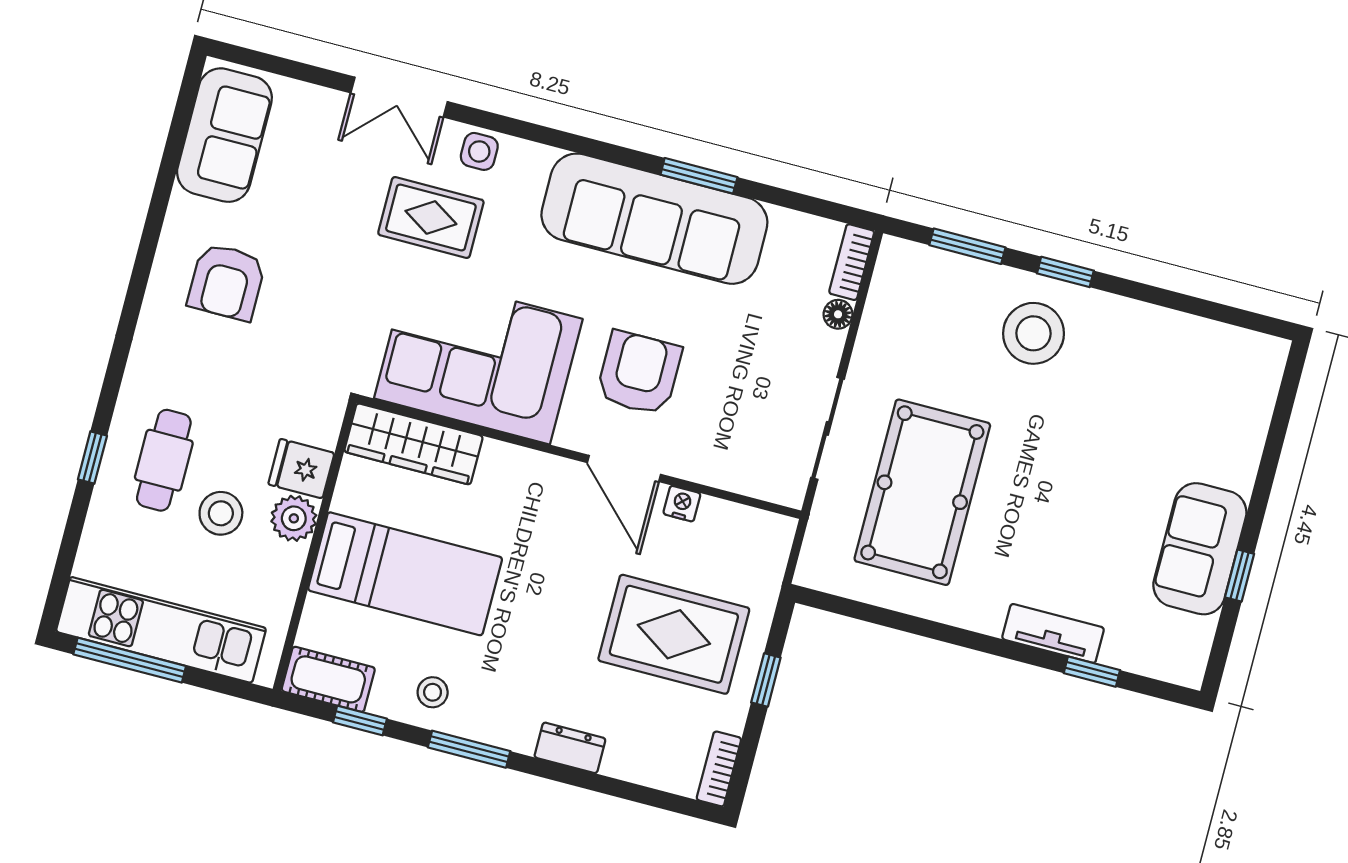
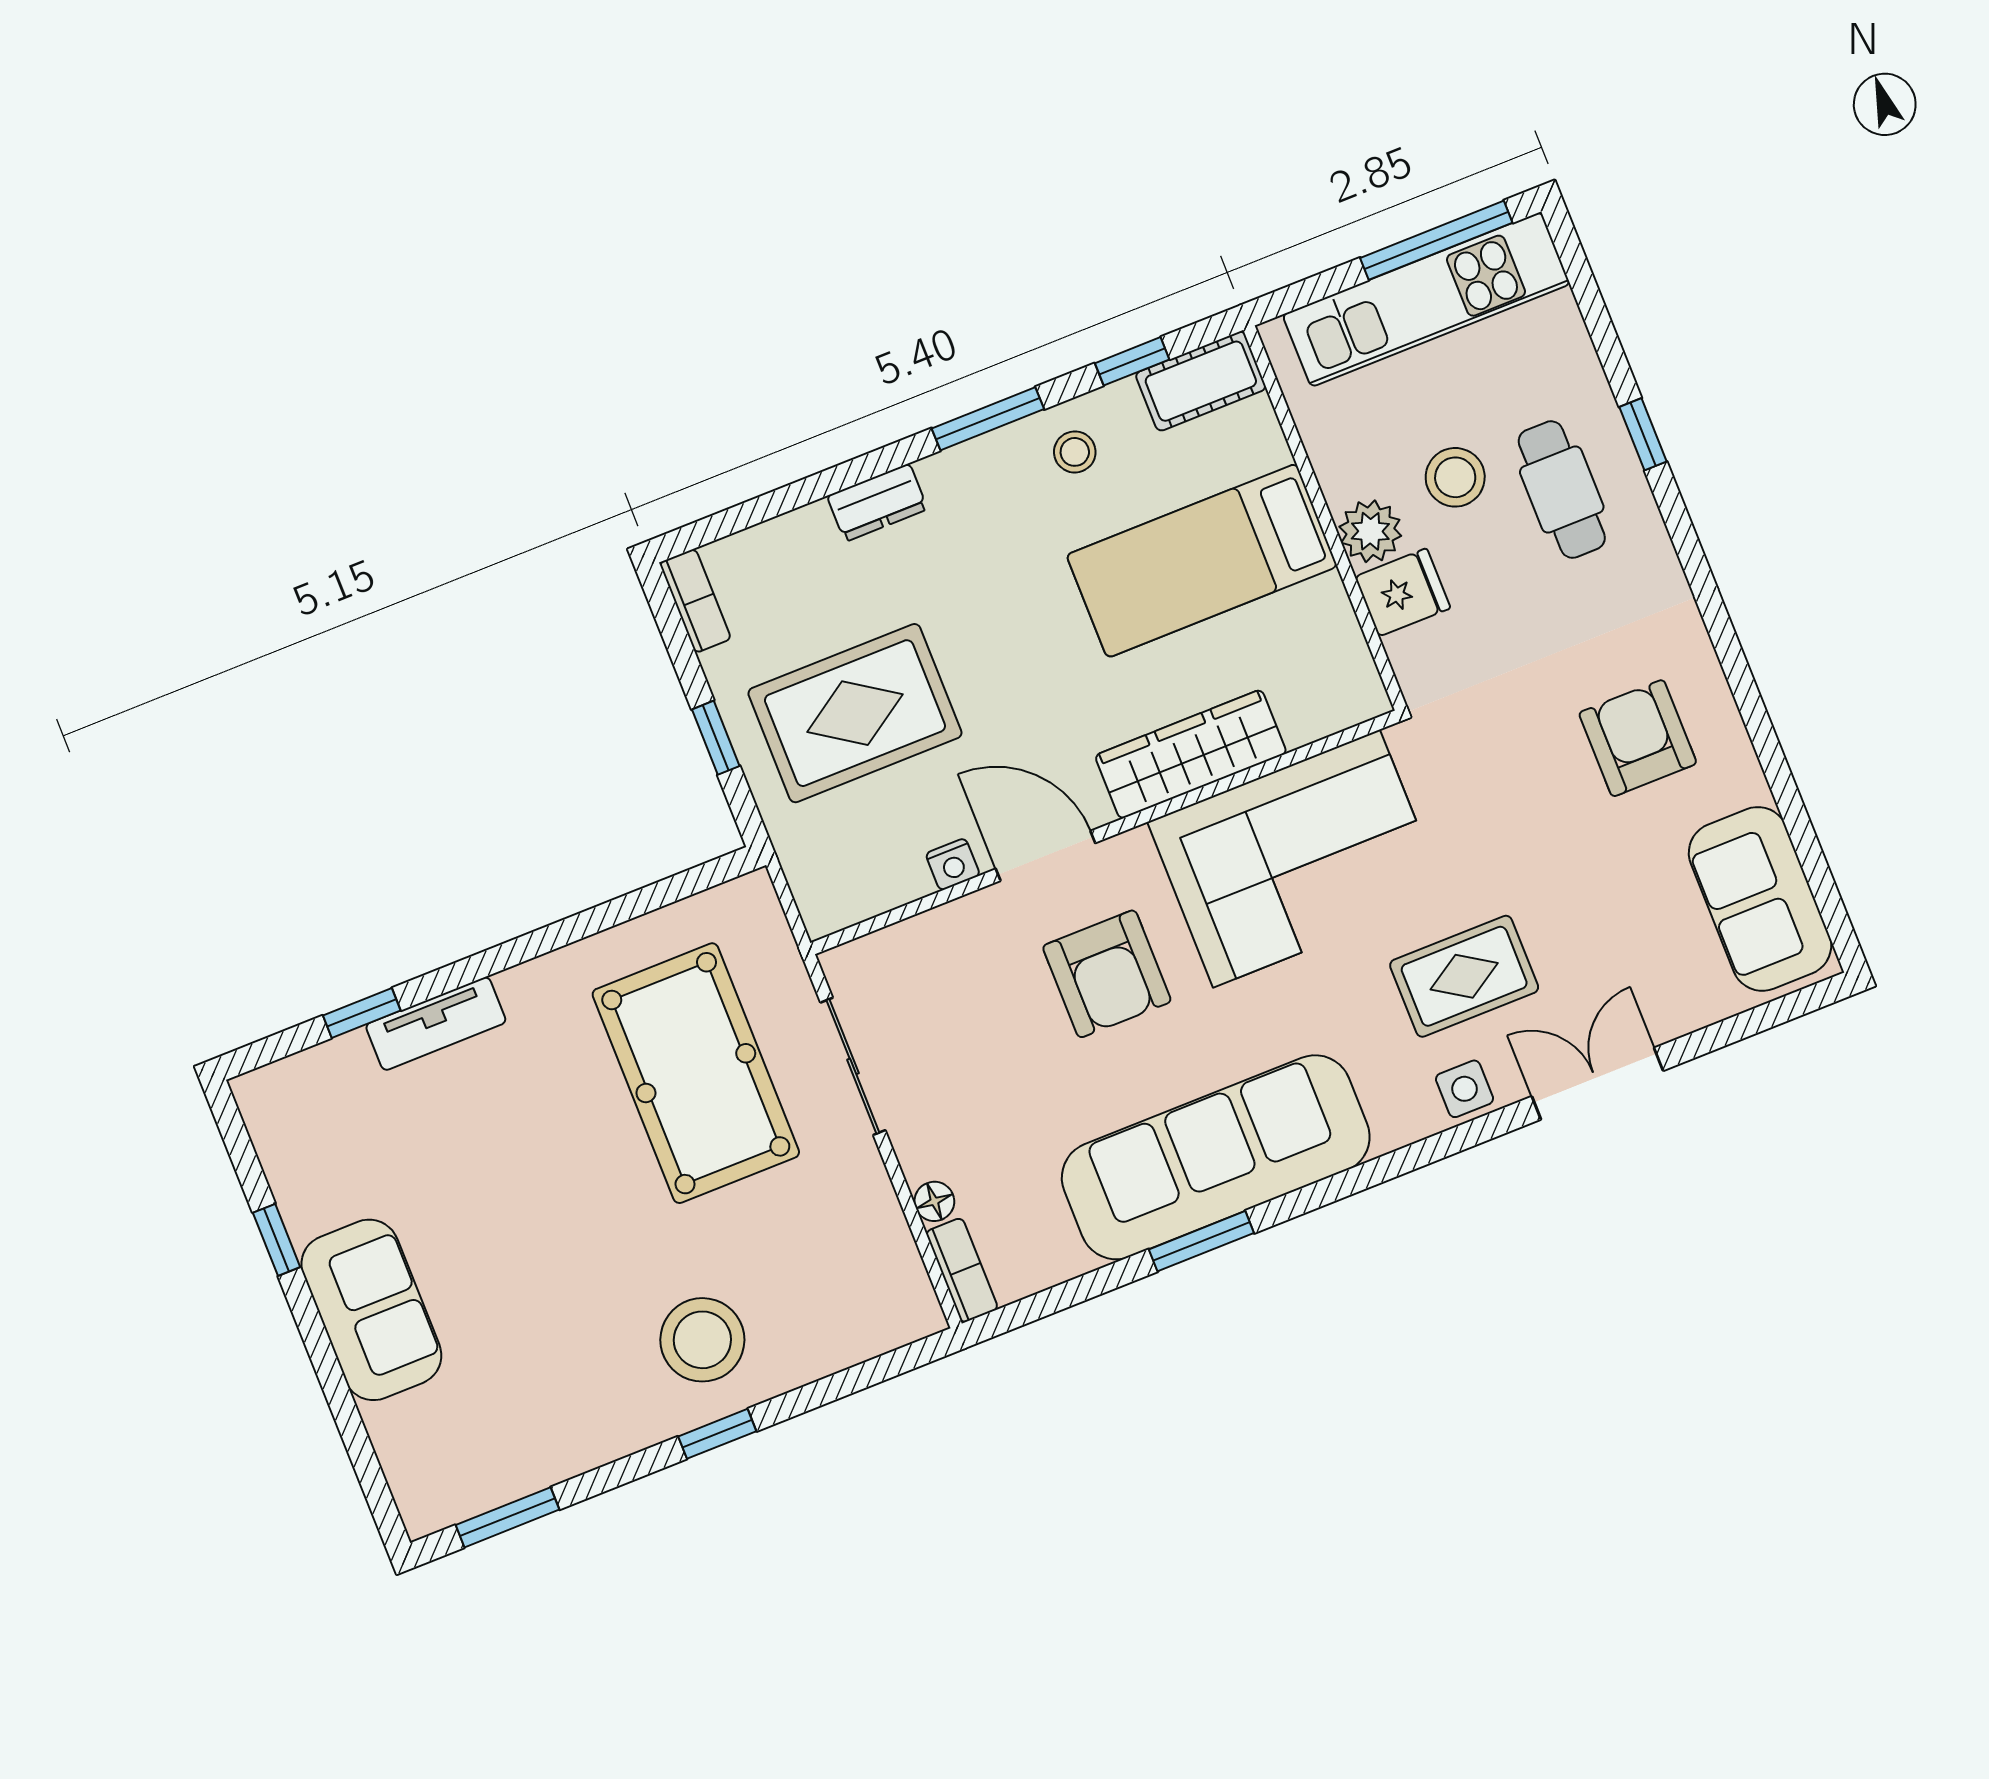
window: (967, 246) -> (507, 1517), moved
wardrobe: (413, 444) -> (1191, 754), moved
sofa: (1200, 549) -> (371, 1310), moved

